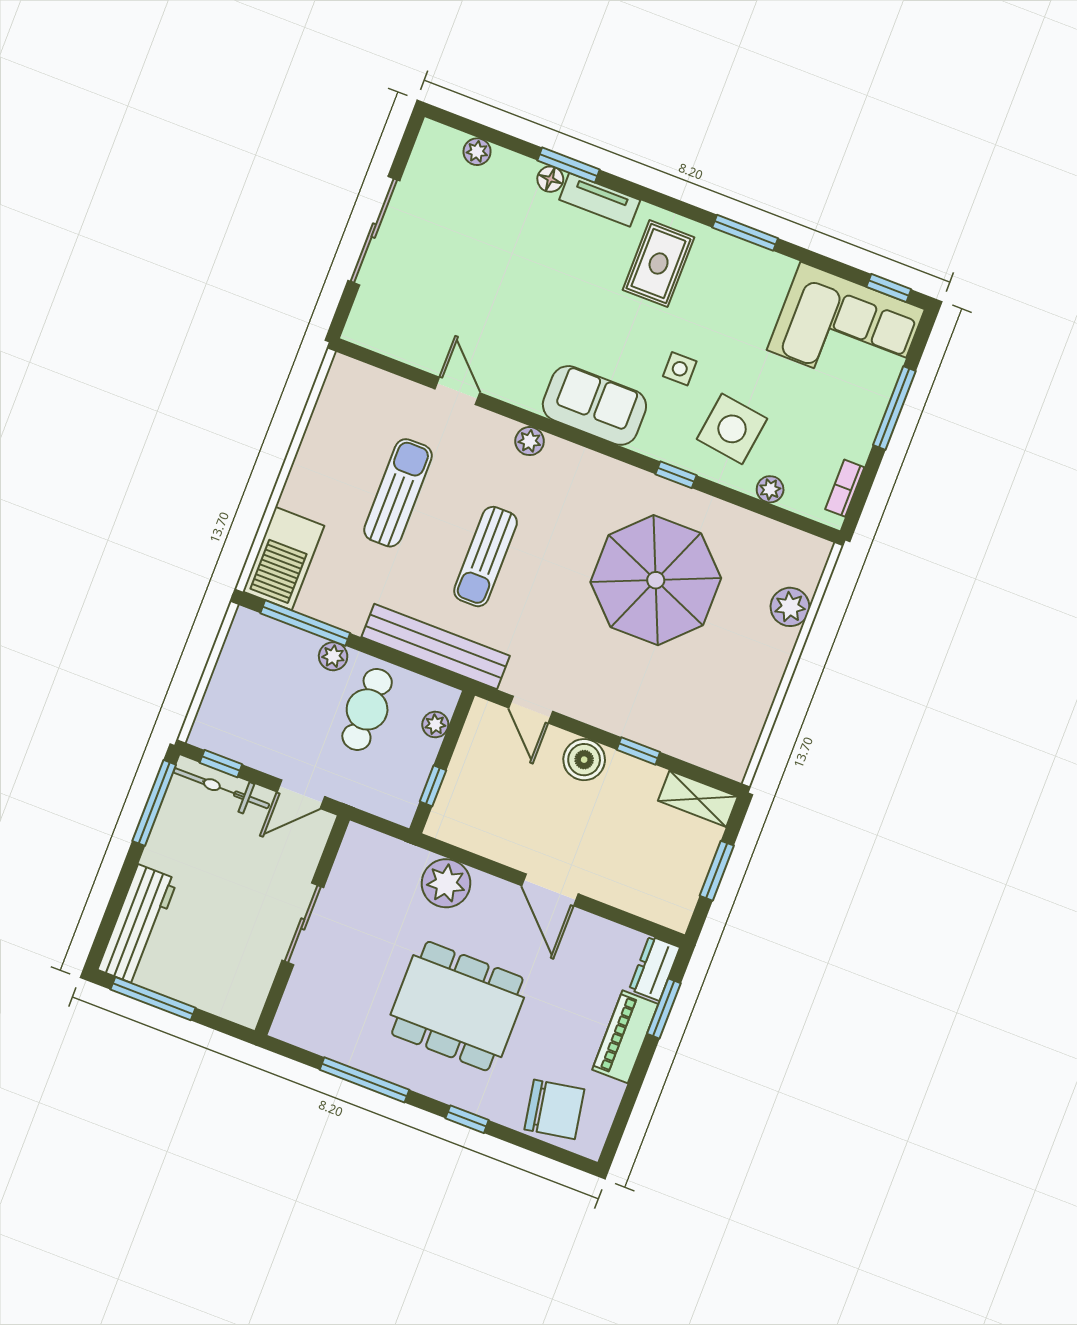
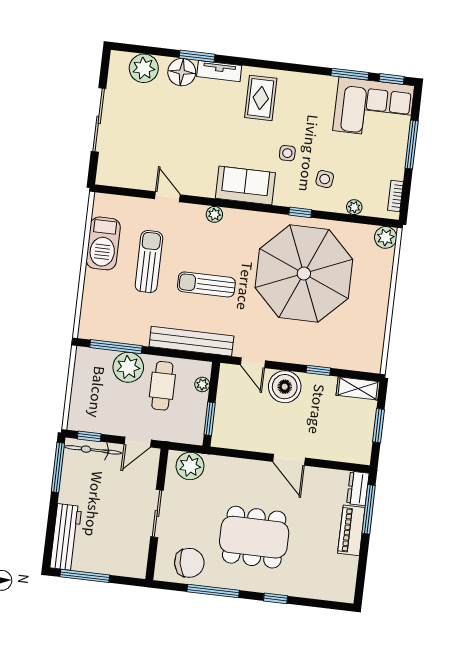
plant: (477, 152) -> (144, 68), width x1.88, depth x1.88
floor lamp: (550, 179) -> (182, 72), width x1.89, depth x1.89
window: (745, 233) -> (350, 74), moved
side table: (732, 429) -> (325, 179), width x0.54, depth x0.54
sun lounger: (486, 557) -> (206, 284), turned 90
barbecue: (283, 559) -> (103, 243), moved
parasol: (656, 580) -> (304, 274), width x1.36, depth x1.36
plant: (790, 607) -> (386, 237), moved
plant: (333, 656) -> (128, 367), width x1.87, depth x1.87
boiler: (584, 760) -> (285, 387), width x1.37, depth x1.37
window: (433, 786) -> (210, 419), width x1.50
plant: (446, 883) -> (190, 466), moved
window: (664, 1008) -> (369, 509), width x1.44
chair: (554, 1109) -> (189, 563), moved

